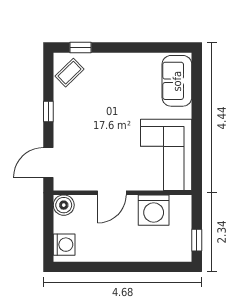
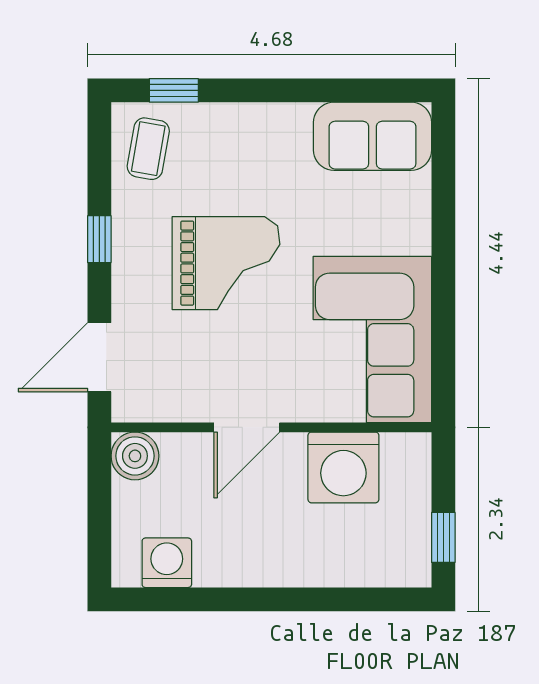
coffee table: (69, 73) -> (148, 149), turned -36
sofa: (177, 81) -> (373, 136), moved, turned -90
grand piano: (103, 122) -> (226, 263), added
washing machine: (64, 245) -> (167, 563), moved, turned -90

